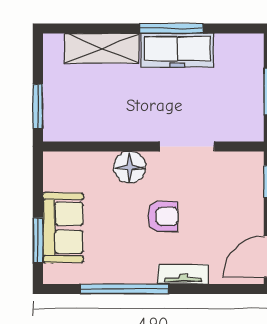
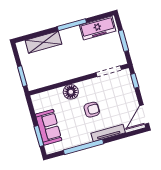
freezer: (177, 50) -> (98, 28), moved
doorway: (187, 146) -> (109, 71), moved
tv unit: (183, 274) -> (108, 133), width x1.41

